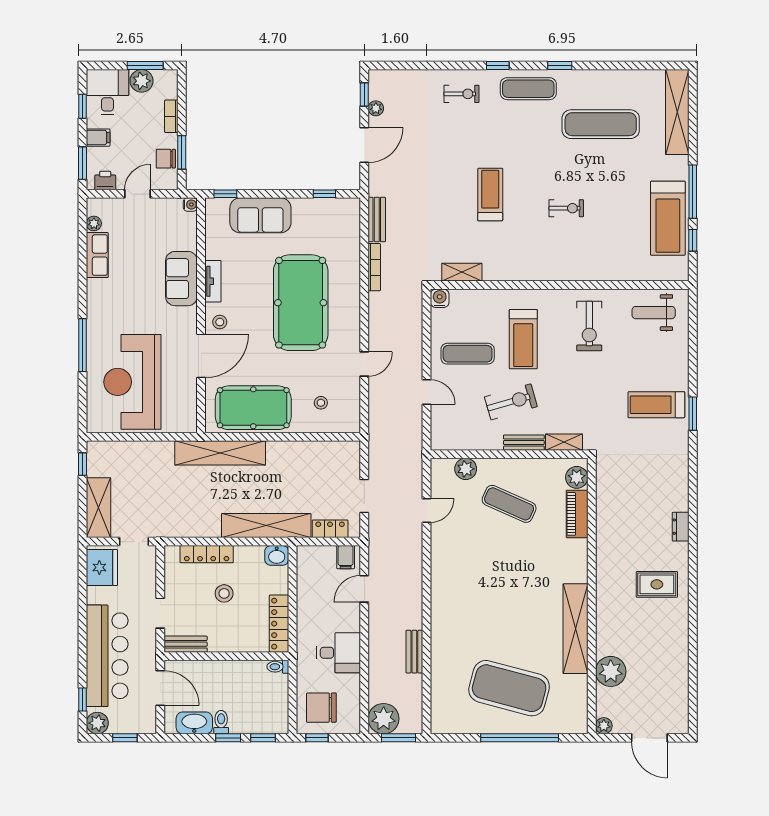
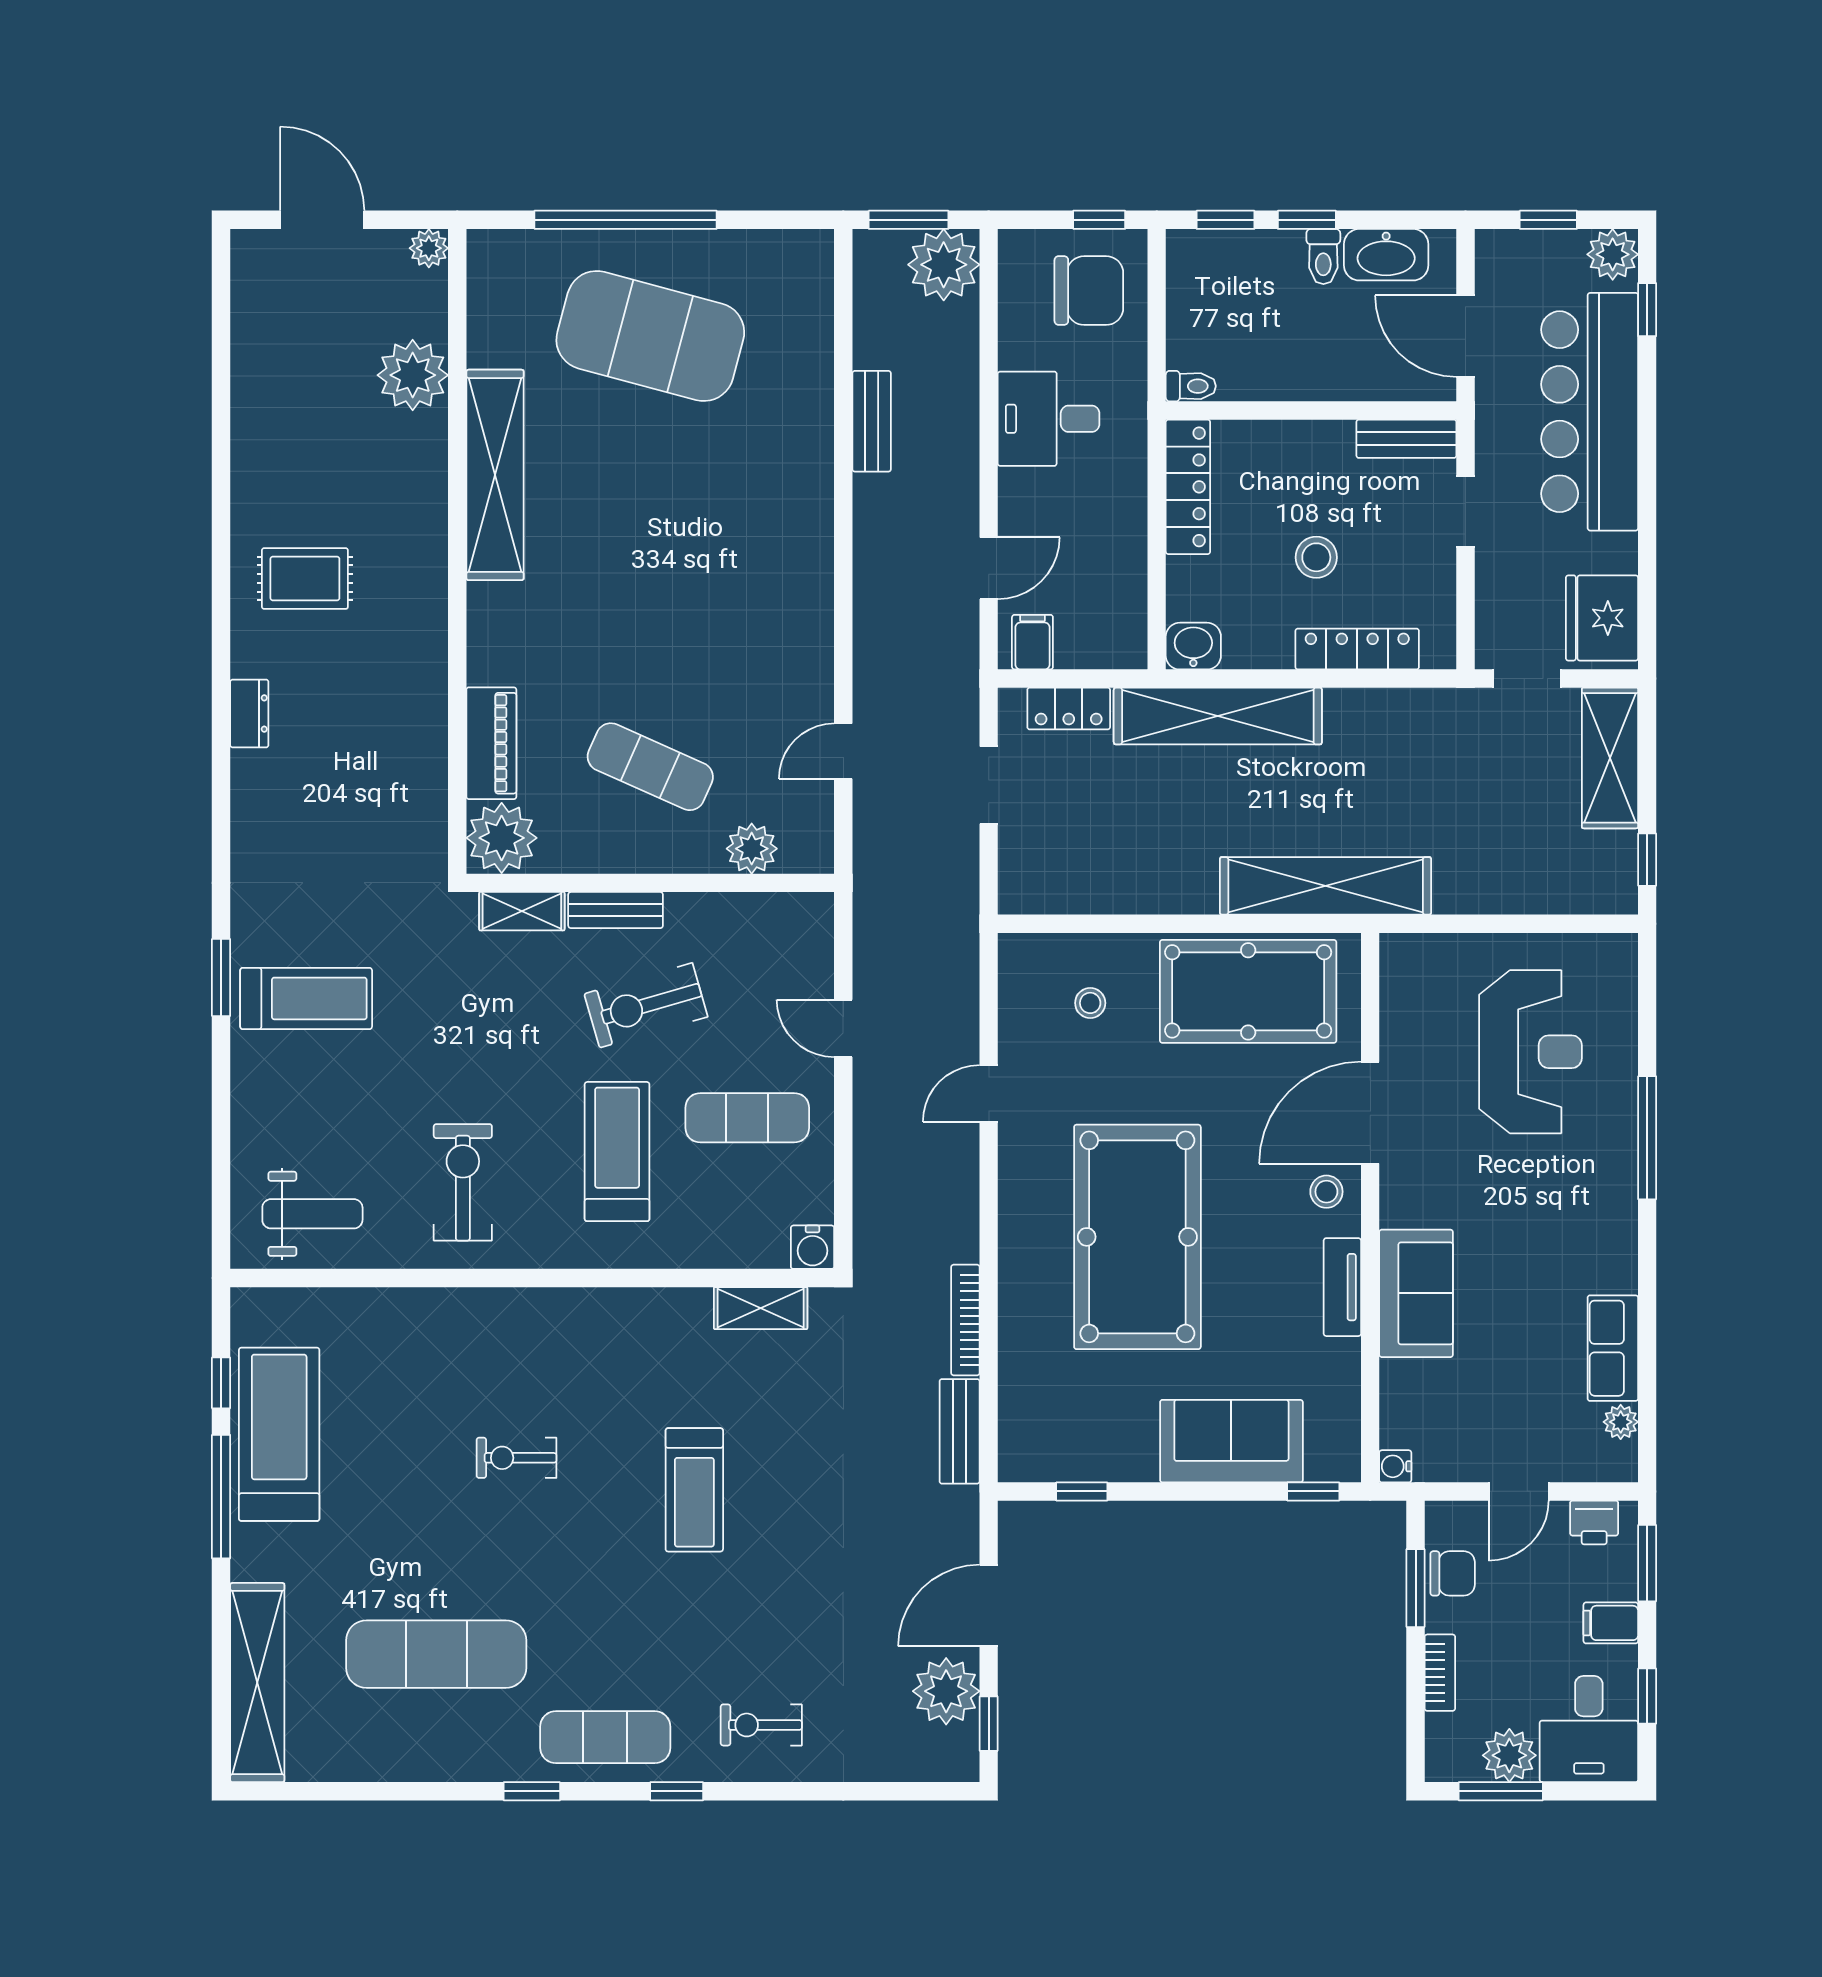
plant: (376, 108) -> (946, 1691), width x1.88, depth x1.88
reception desk: (132, 382) -> (1530, 1052), width x0.74, depth x0.77
plant: (577, 477) -> (502, 838), width x1.36, depth x1.36

